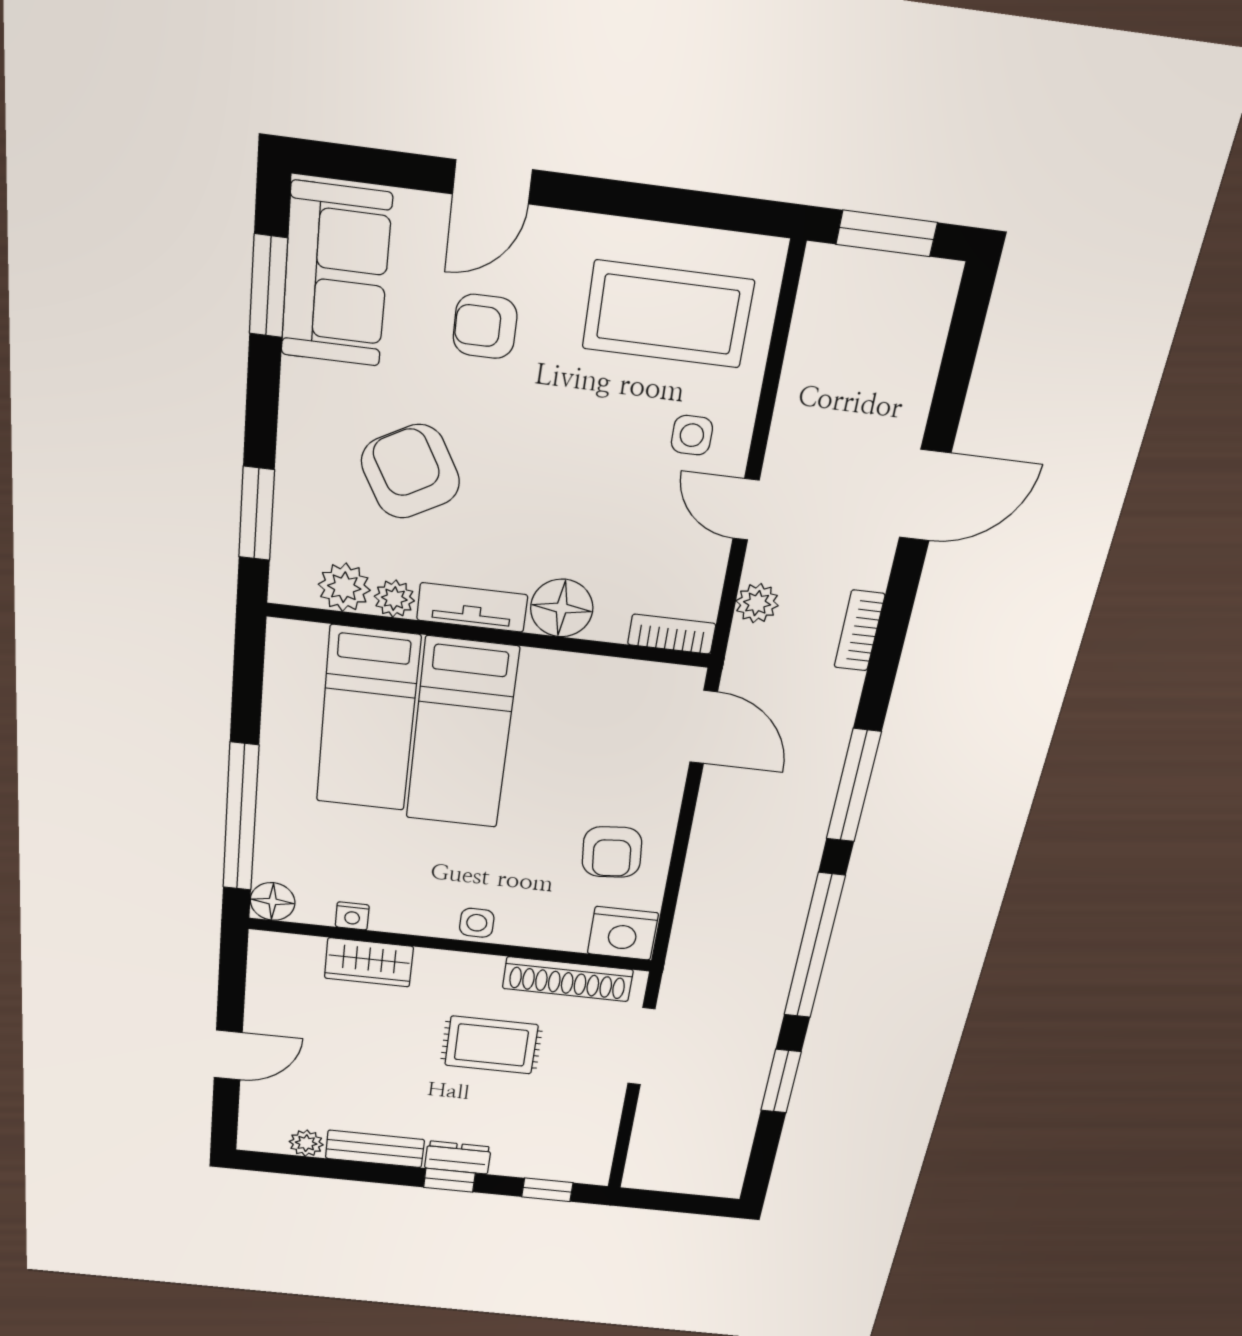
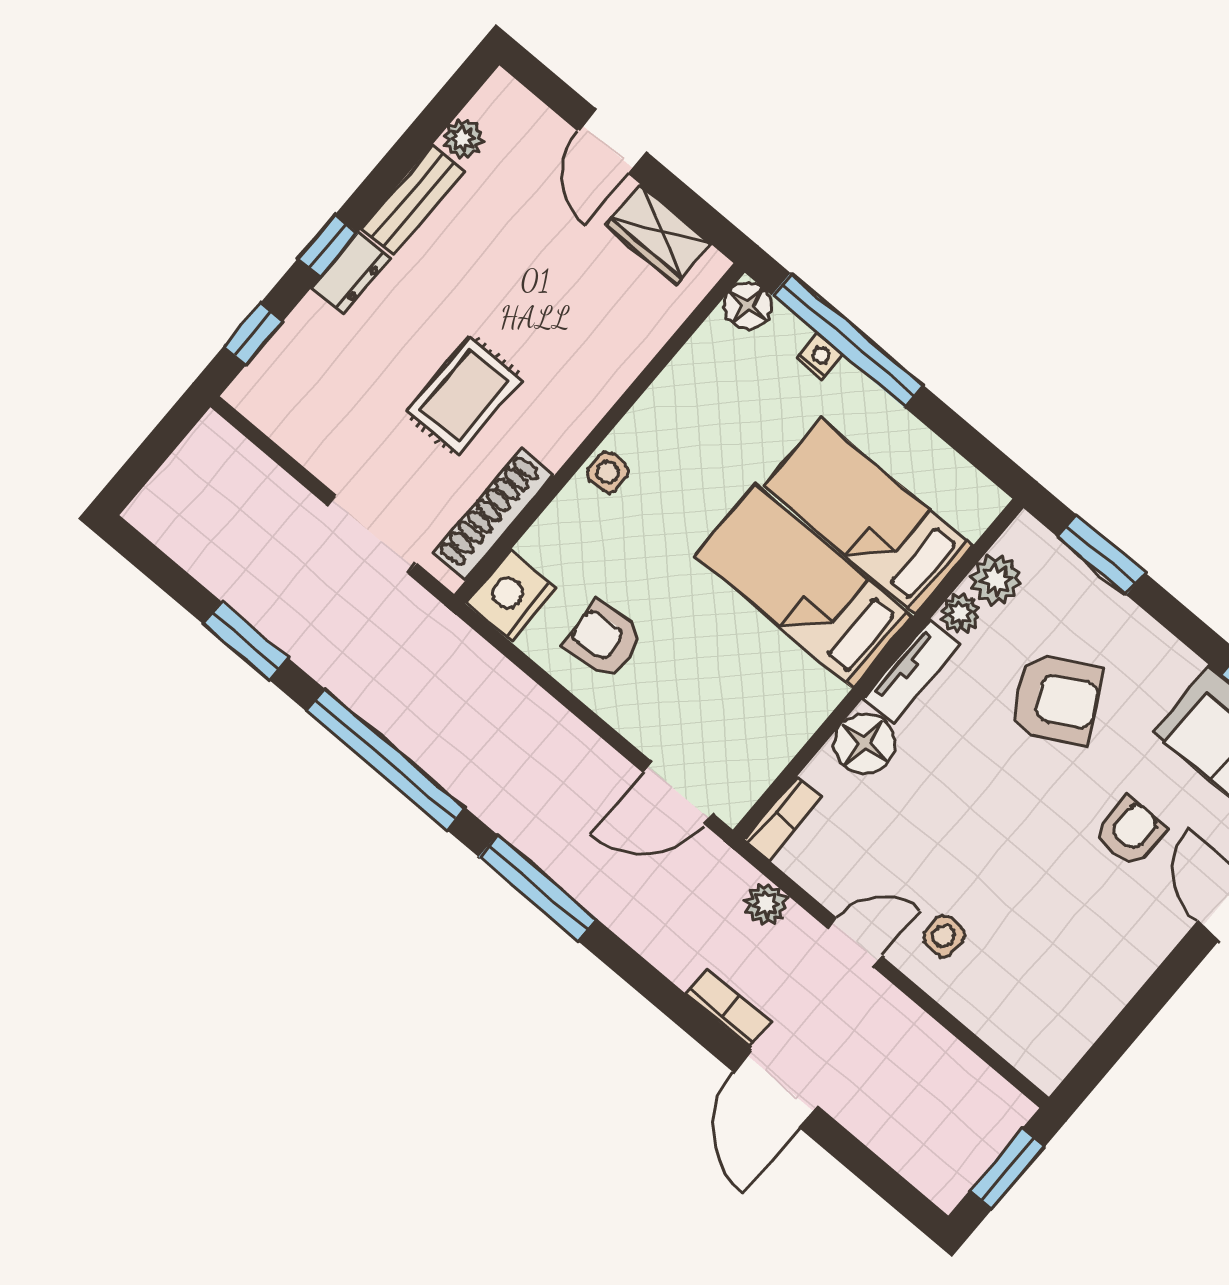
coffee table: (668, 314) -> (1050, 974), removed
bookcase: (859, 631) -> (729, 1008), moved
nightstand: (352, 916) -> (820, 357), moved, turned 90
wardrobe: (369, 962) -> (658, 235), moved, turned -90

